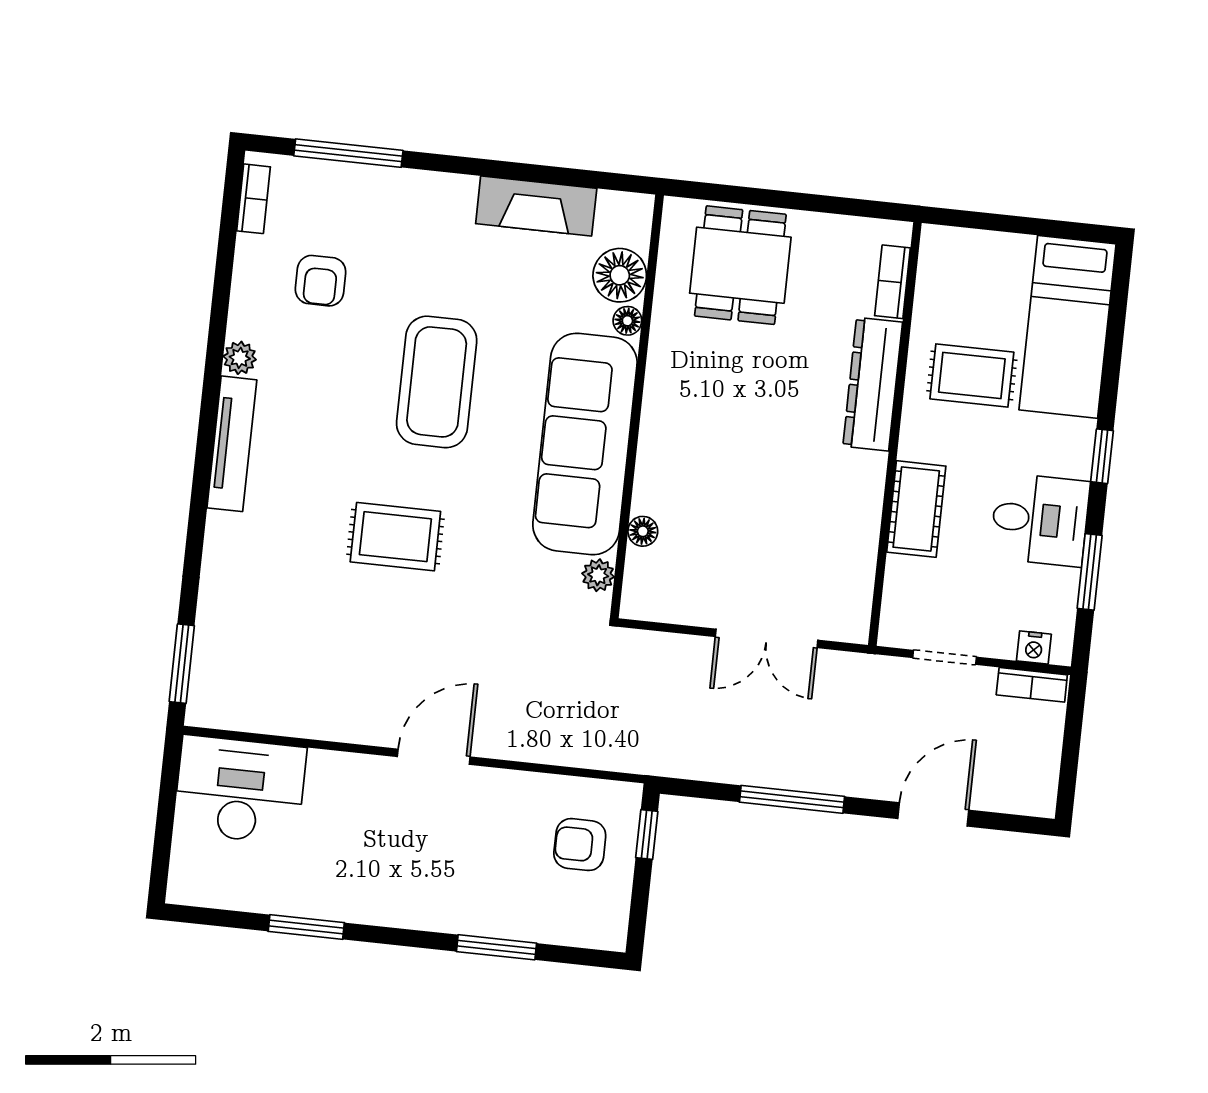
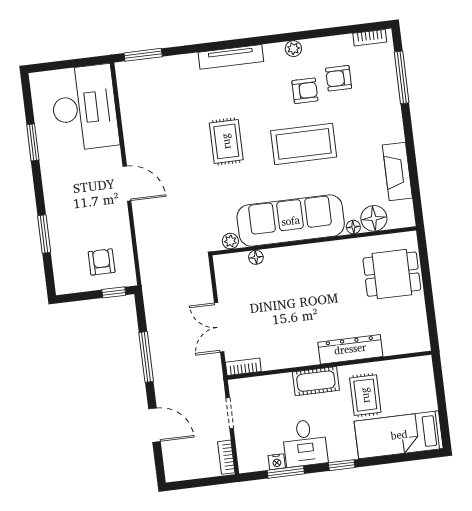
bookcase: (893, 282) -> (243, 367), moved
armchair: (330, 354) -> (305, 91), added
tv unit: (232, 444) -> (231, 57), moved
cot: (916, 509) -> (316, 381), moved
nightstand: (1034, 648) -> (277, 462), moved, turned -90
desk: (240, 790) -> (84, 108), width x1.36, depth x1.30

